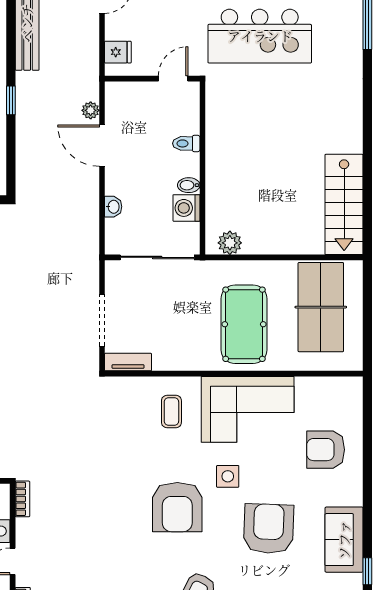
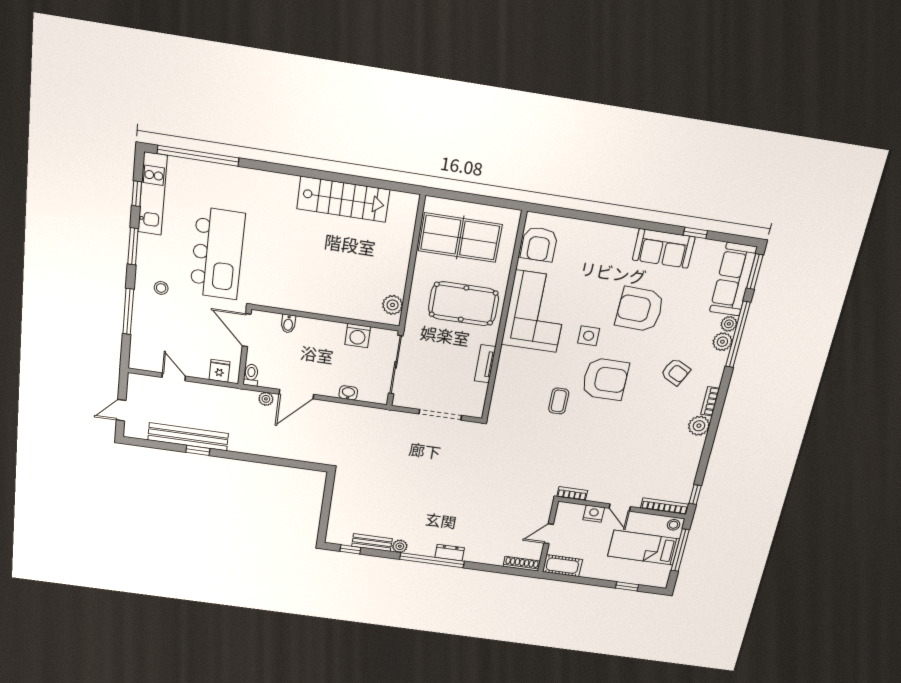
door: (173, 79) -> (247, 330), width x1.37
window: (11, 100) -> (198, 450), moved
toilet: (186, 143) -> (251, 375), moved, turned 180
bidet: (189, 185) -> (288, 324), moved
stairs: (344, 204) -> (343, 199), moved
tv unit: (128, 362) -> (485, 364), moved
coffee table: (171, 411) -> (559, 401), moved, turned 90
armchair: (326, 450) -> (539, 244), moved

